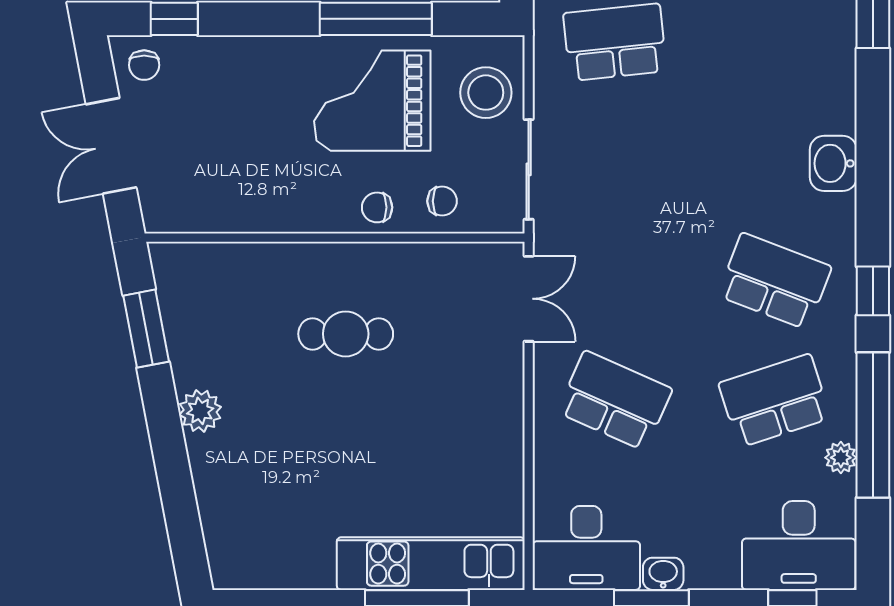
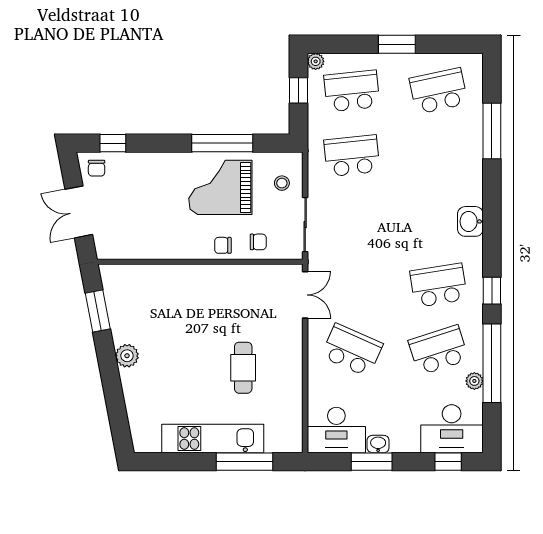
stool: (486, 93) -> (282, 183), width x0.53, depth x0.53
school desk: (775, 281) -> (439, 285), turned -30
cafe table: (346, 334) -> (243, 368), moved, turned 90
kitchen unit: (431, 564) -> (213, 438), moved

